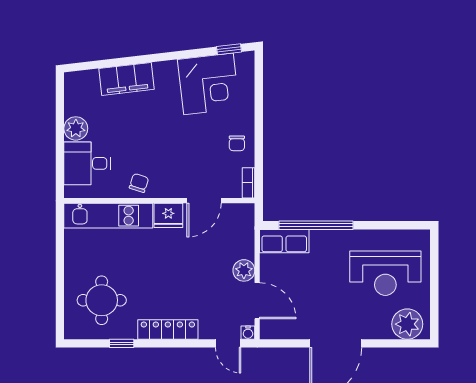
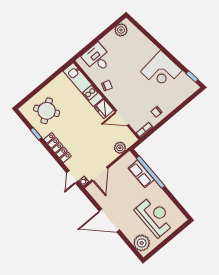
filing cabinet: (126, 79) -> (145, 45), removed
corner desk: (209, 84) -> (161, 71), moved
plant: (76, 128) -> (121, 30), moved
row of seats: (284, 241) -> (141, 174), moved
plant: (244, 270) -> (120, 148), moved
reception desk: (385, 273) -> (155, 217), turned 180
round table: (102, 300) -> (47, 111), turned -36

